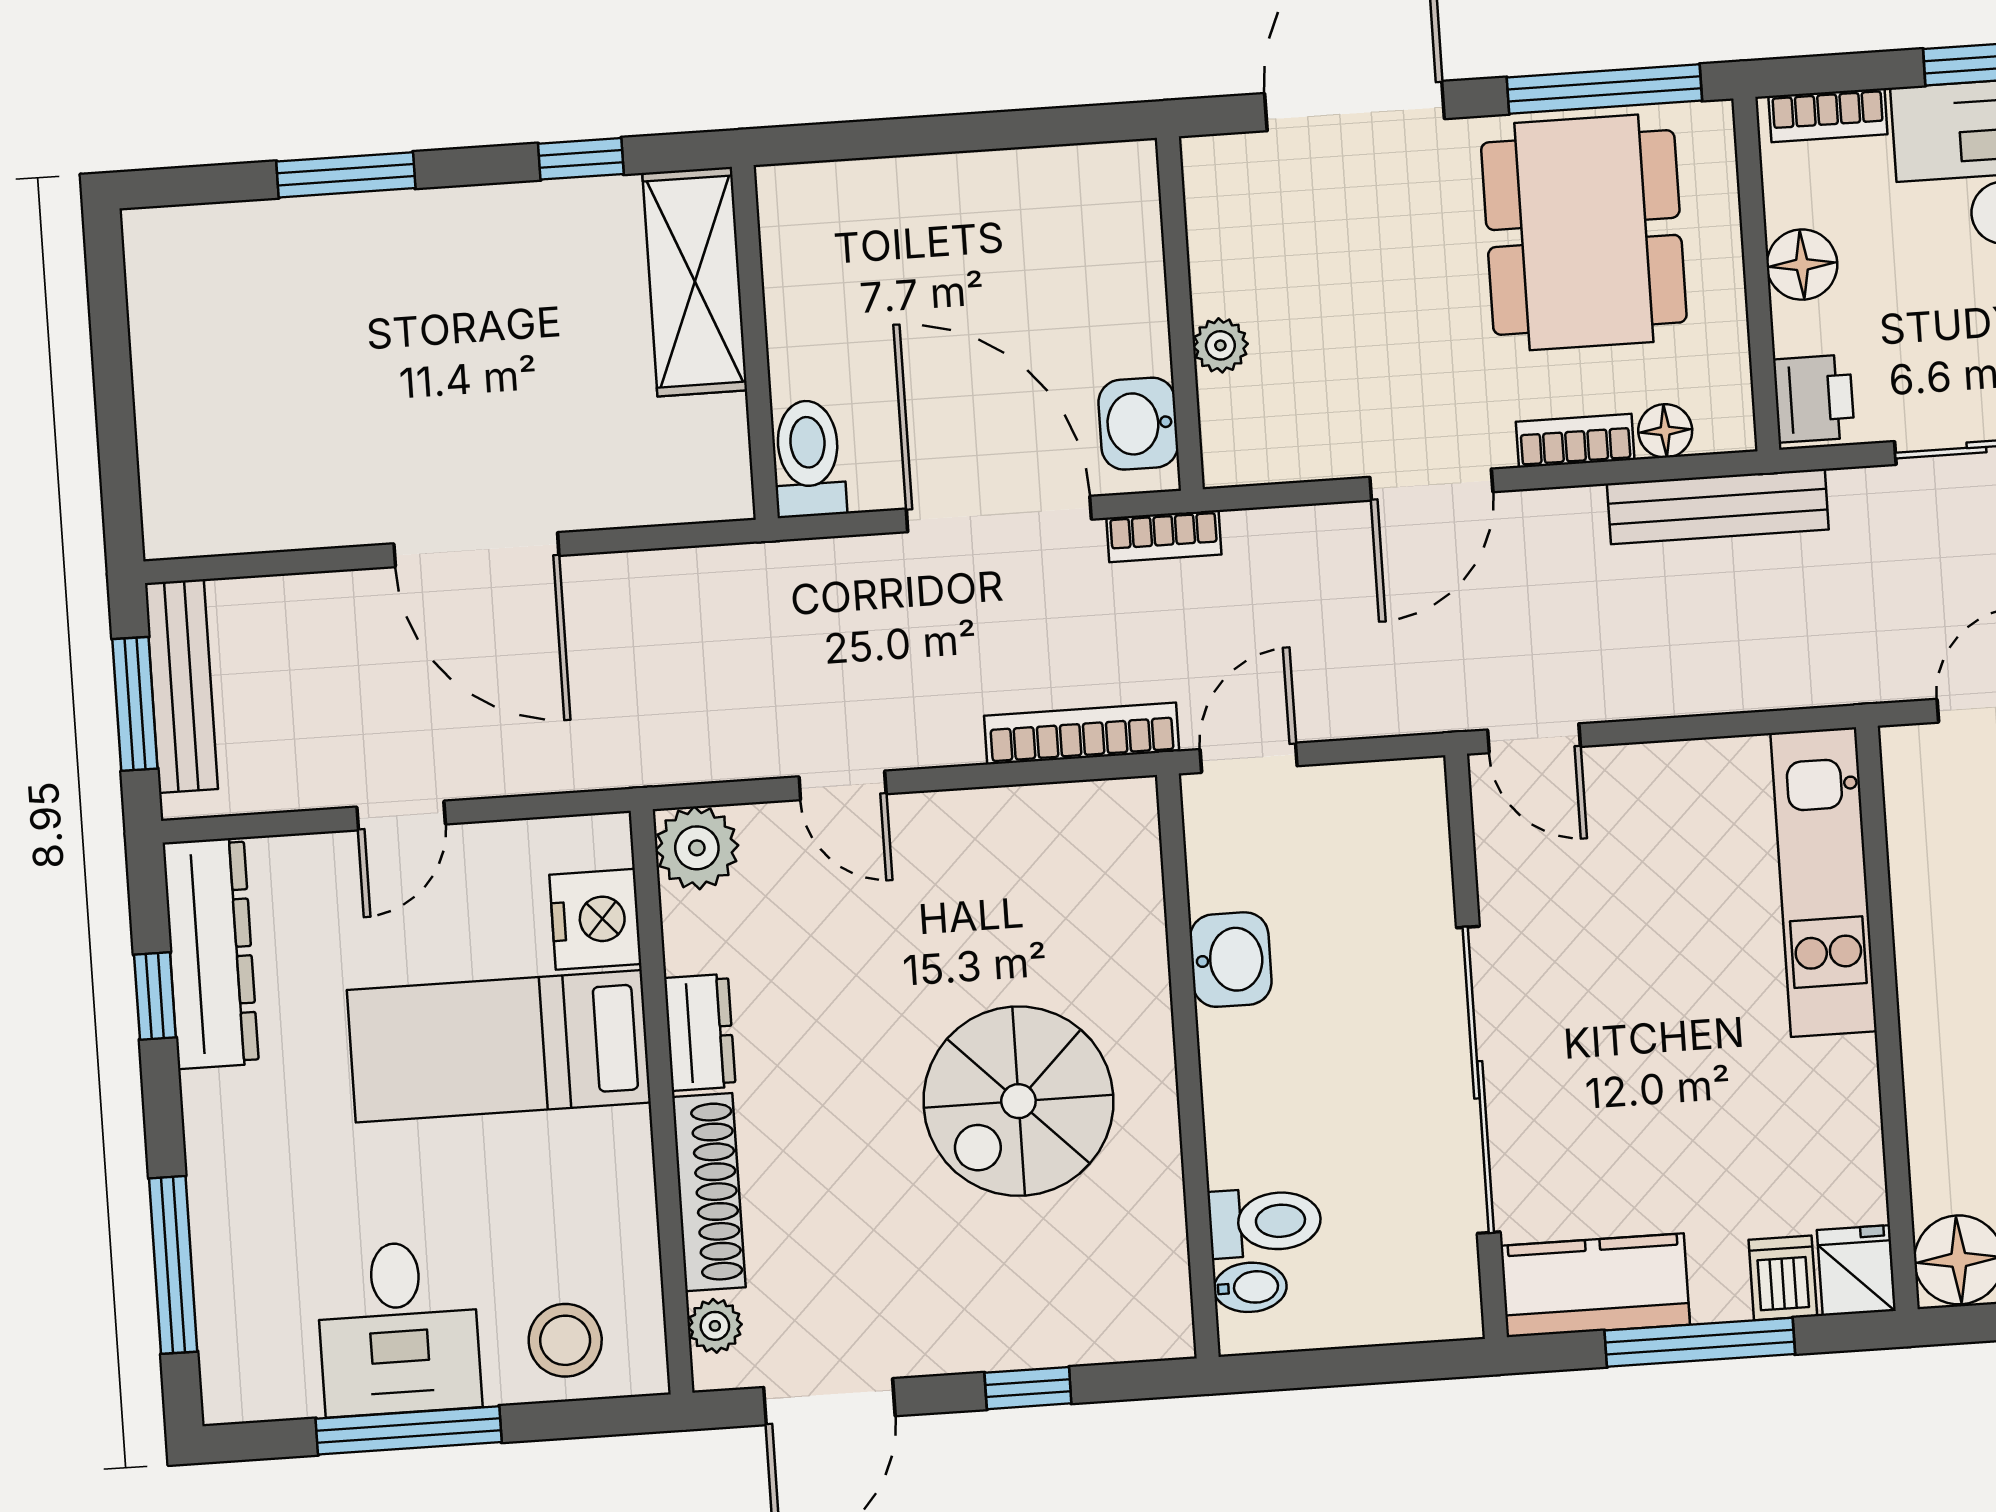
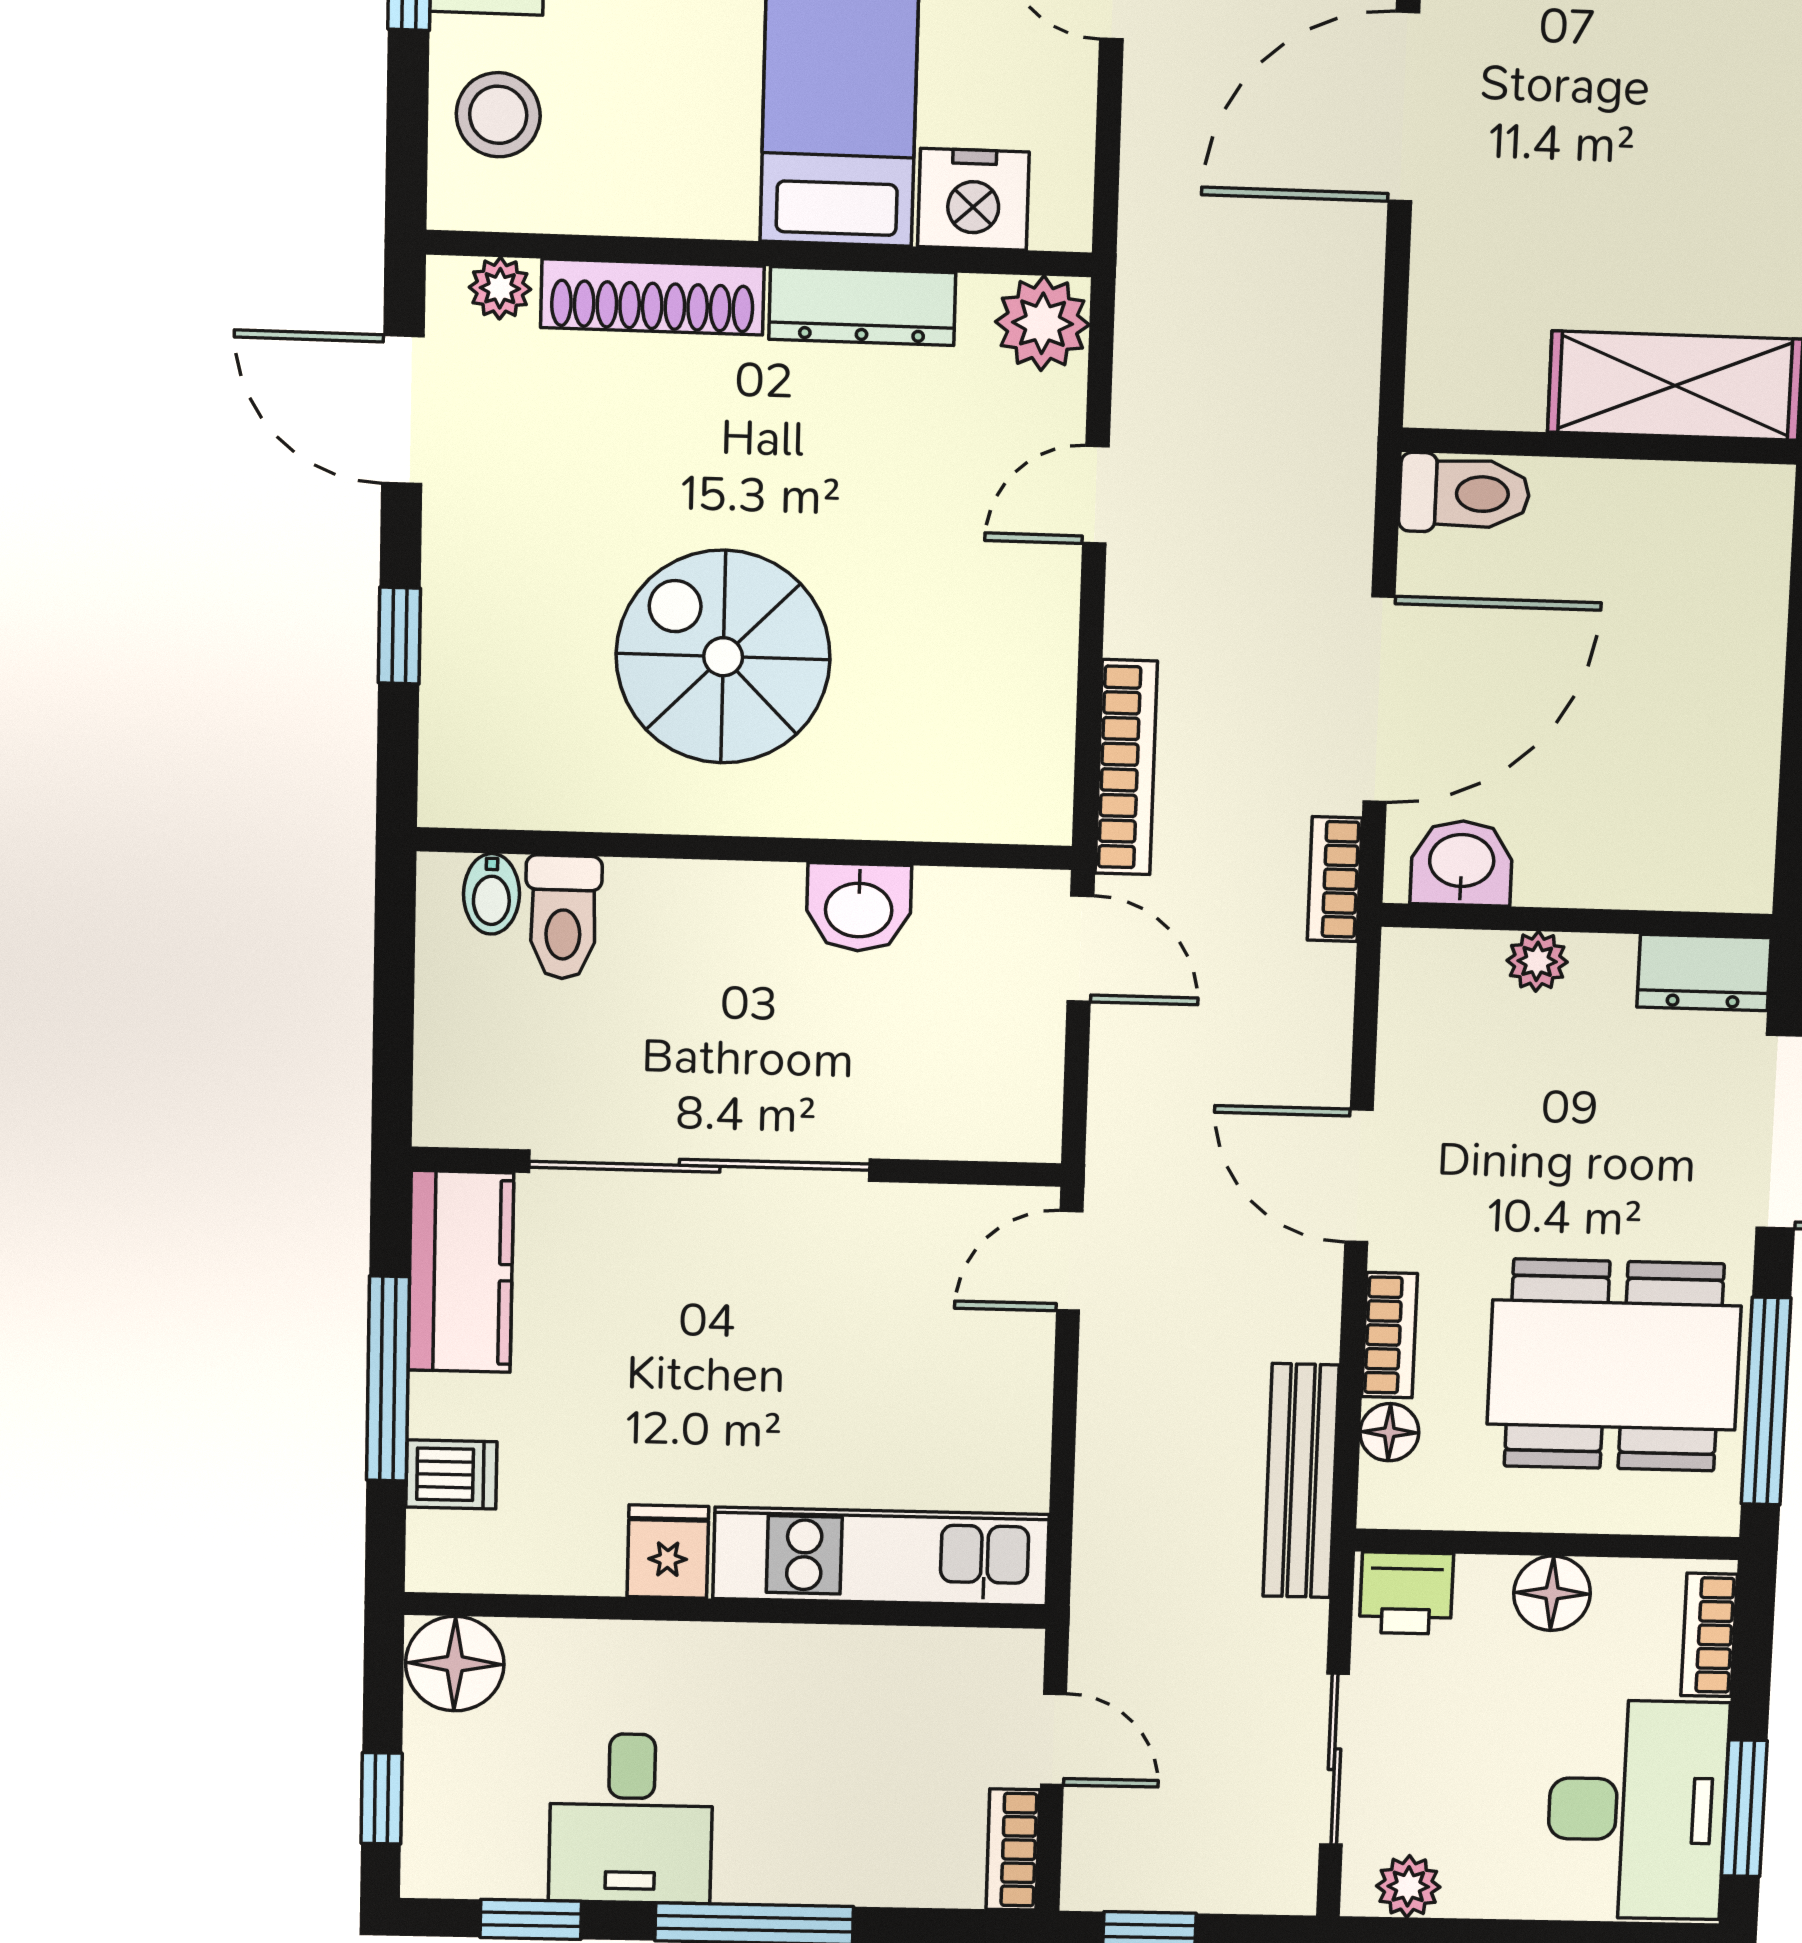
dresser: (1216, 193) -> (1704, 972), added
dresser: (700, 1032) -> (862, 306), width x1.44
fridge: (1856, 1270) -> (668, 1552), moved, turned -90

